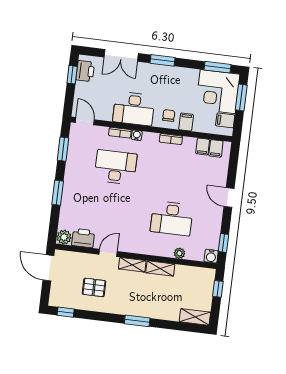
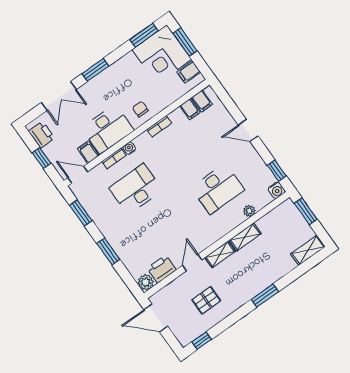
window: (72, 75) -> (42, 158), moved
filing cabinet: (186, 122) -> (88, 152), moved
window: (218, 289) -> (306, 211), width x1.50

